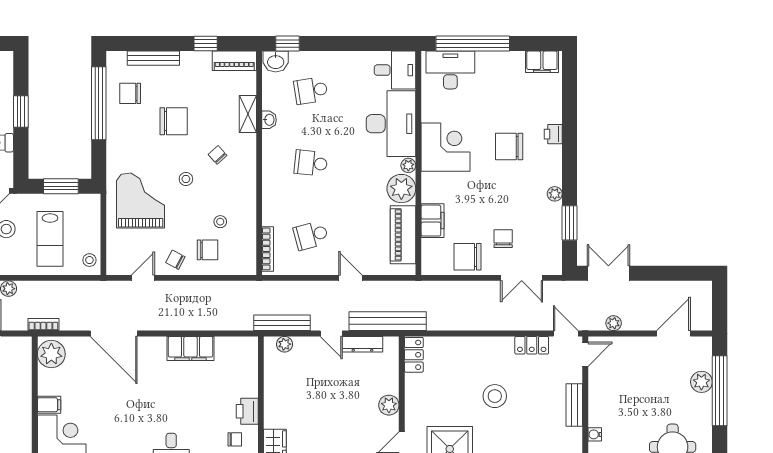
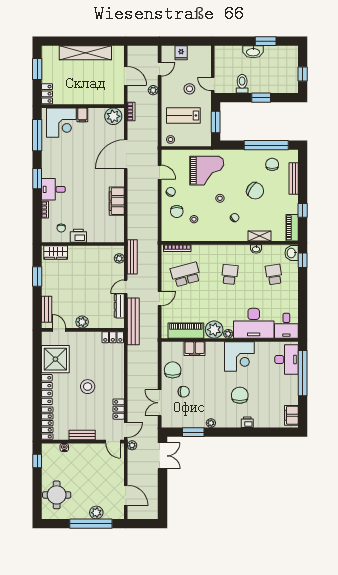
chair: (174, 121) -> (255, 191), turned -56
school desk: (311, 235) -> (186, 274), width x1.85
plant: (614, 323) -> (132, 445), moved

